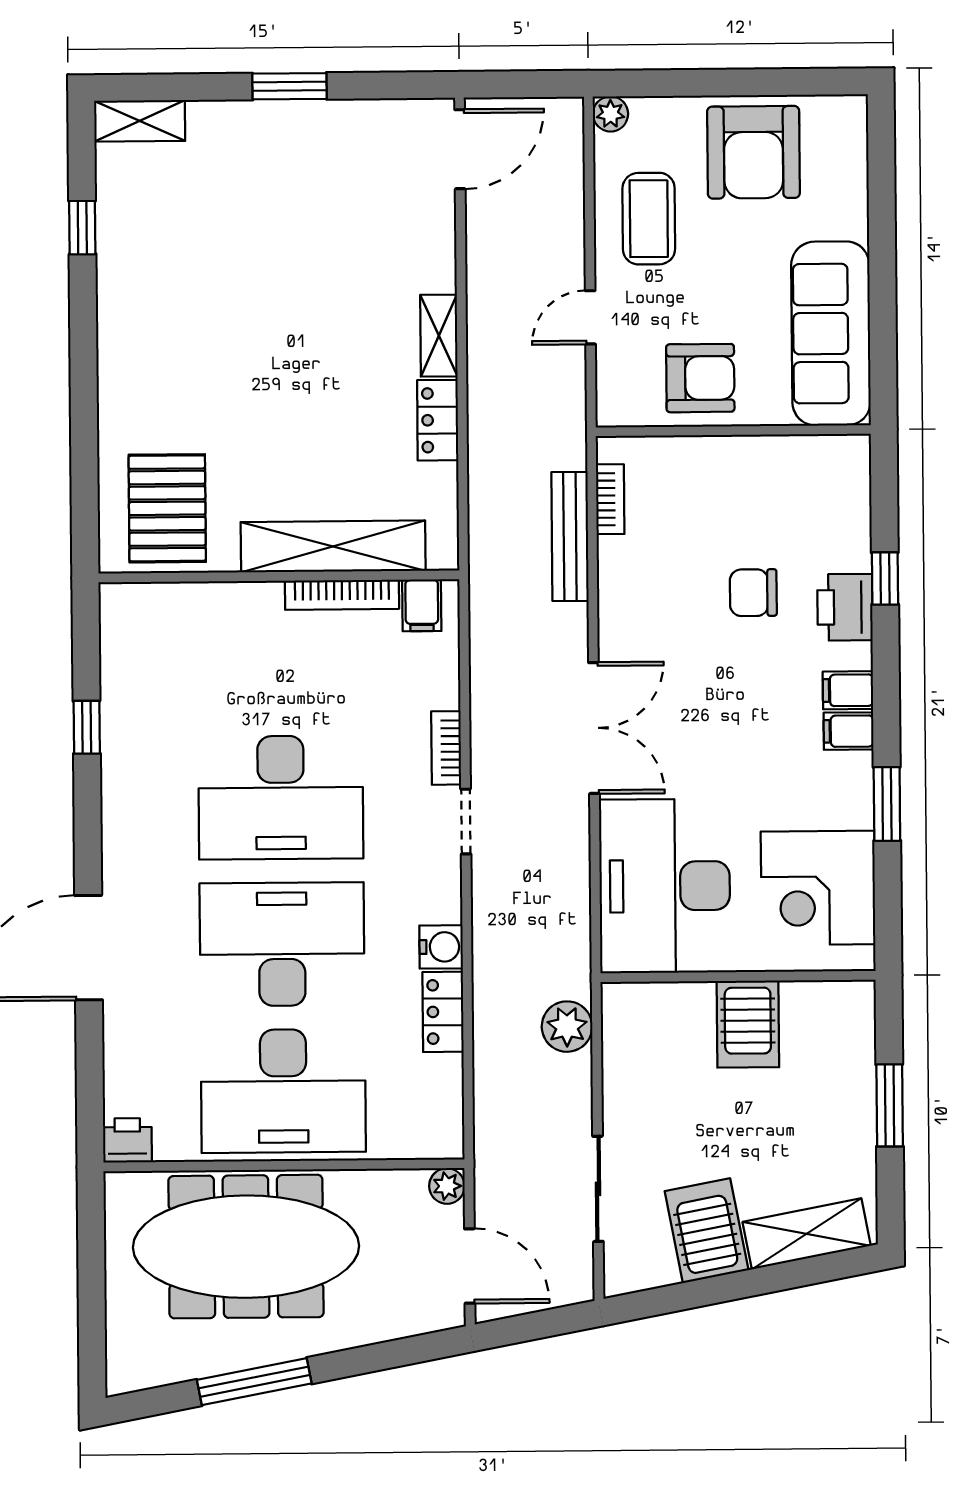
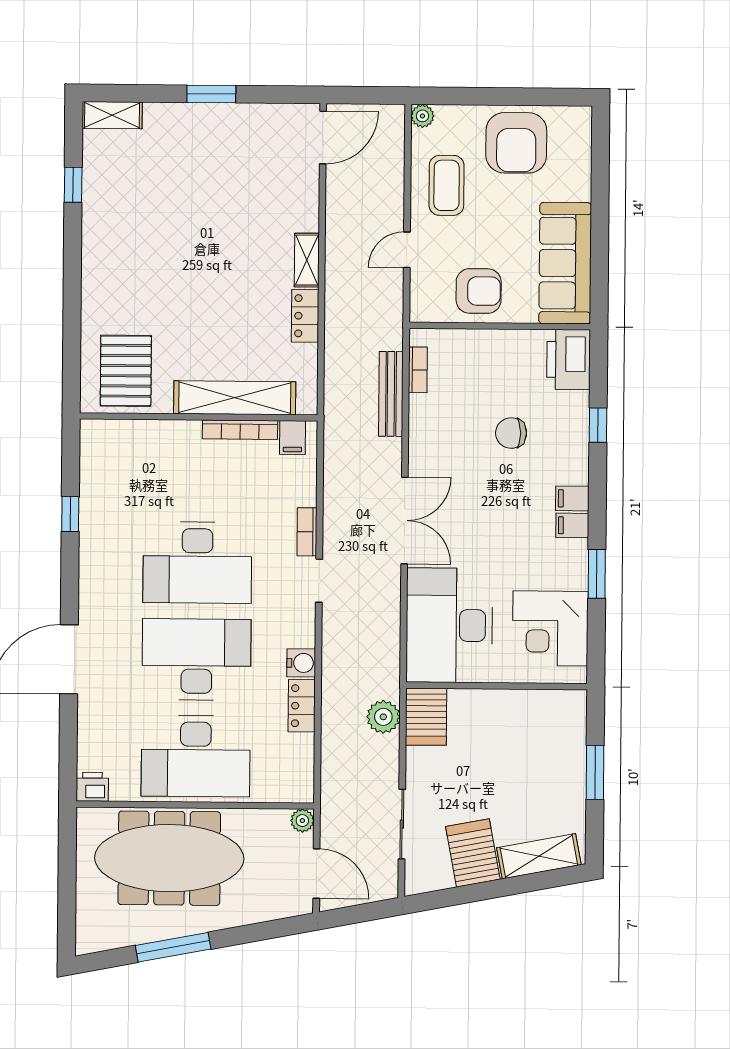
printer: (845, 607) -> (569, 359), moved, width x1.37, depth x1.19
server rack: (748, 1024) -> (426, 717), moved

